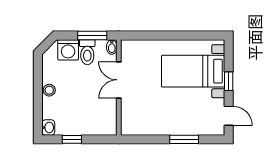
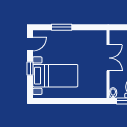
double door: (119, 80) -> (108, 58), moved
door: (229, 116) -> (30, 44), swing flipped

